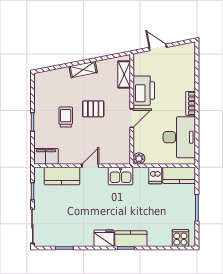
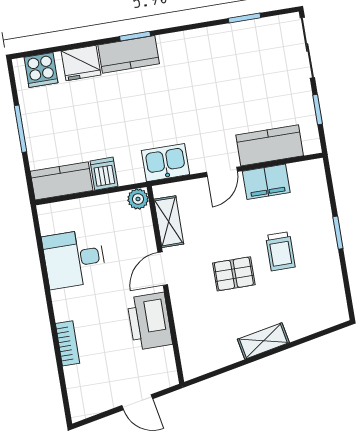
shelving: (124, 74) -> (169, 222), moved
bookcase: (191, 103) -> (68, 343), moved
desk: (179, 137) -> (74, 259), width x0.73
filing cabinet: (46, 156) -> (266, 182), moved
fridge: (104, 238) -> (81, 63), moved

